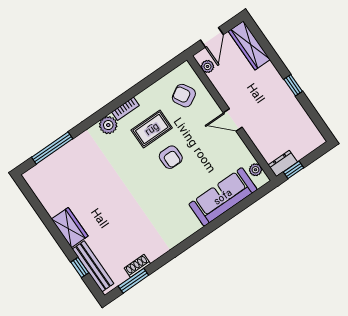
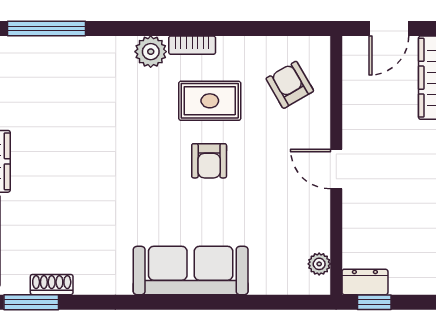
plant: (207, 66) -> (353, 66), removed
sofa: (223, 197) -> (191, 271), moved

